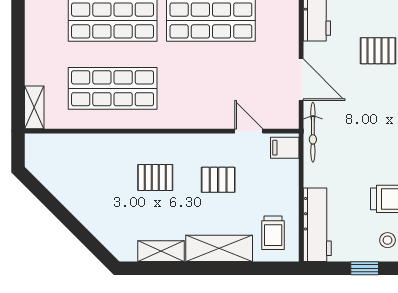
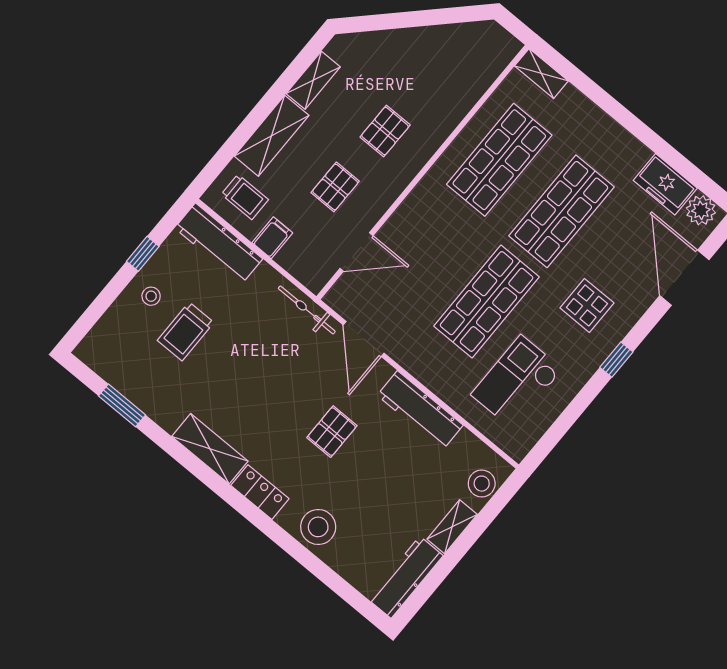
door: (301, 80) -> (364, 339), hinge flipped
door: (249, 131) -> (356, 252), width x1.38
filing cabinet: (285, 148) -> (272, 238), moved
trolley: (273, 233) -> (245, 197), turned 180

